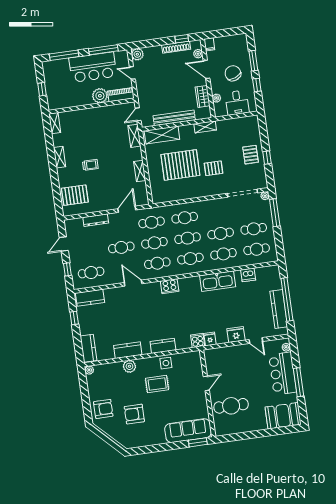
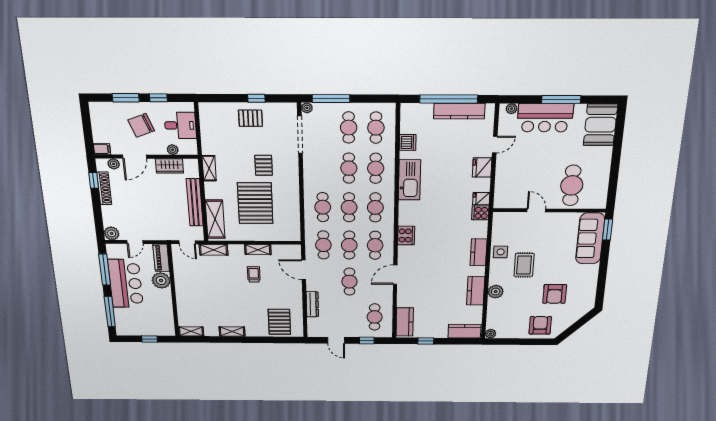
trolley: (90, 165) -> (254, 274), moved

